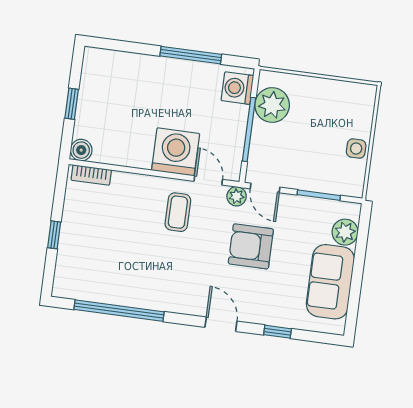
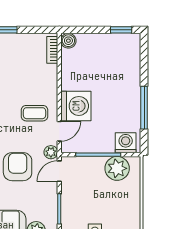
window: (72, 104) -> (121, 30), moved

